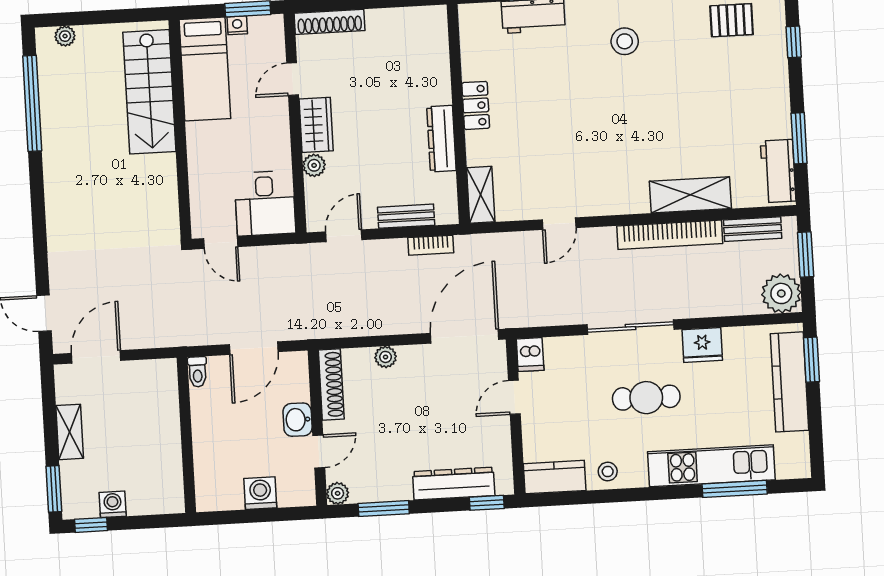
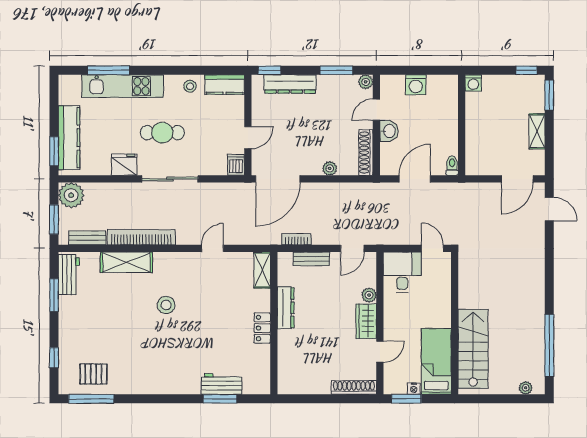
stool: (625, 41) -> (166, 305), moved
washing machine: (113, 504) -> (473, 83), moved

